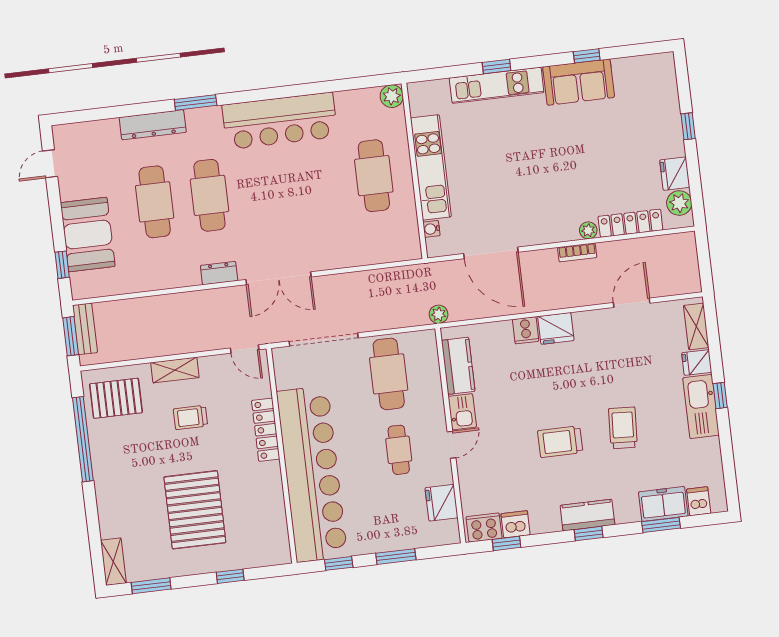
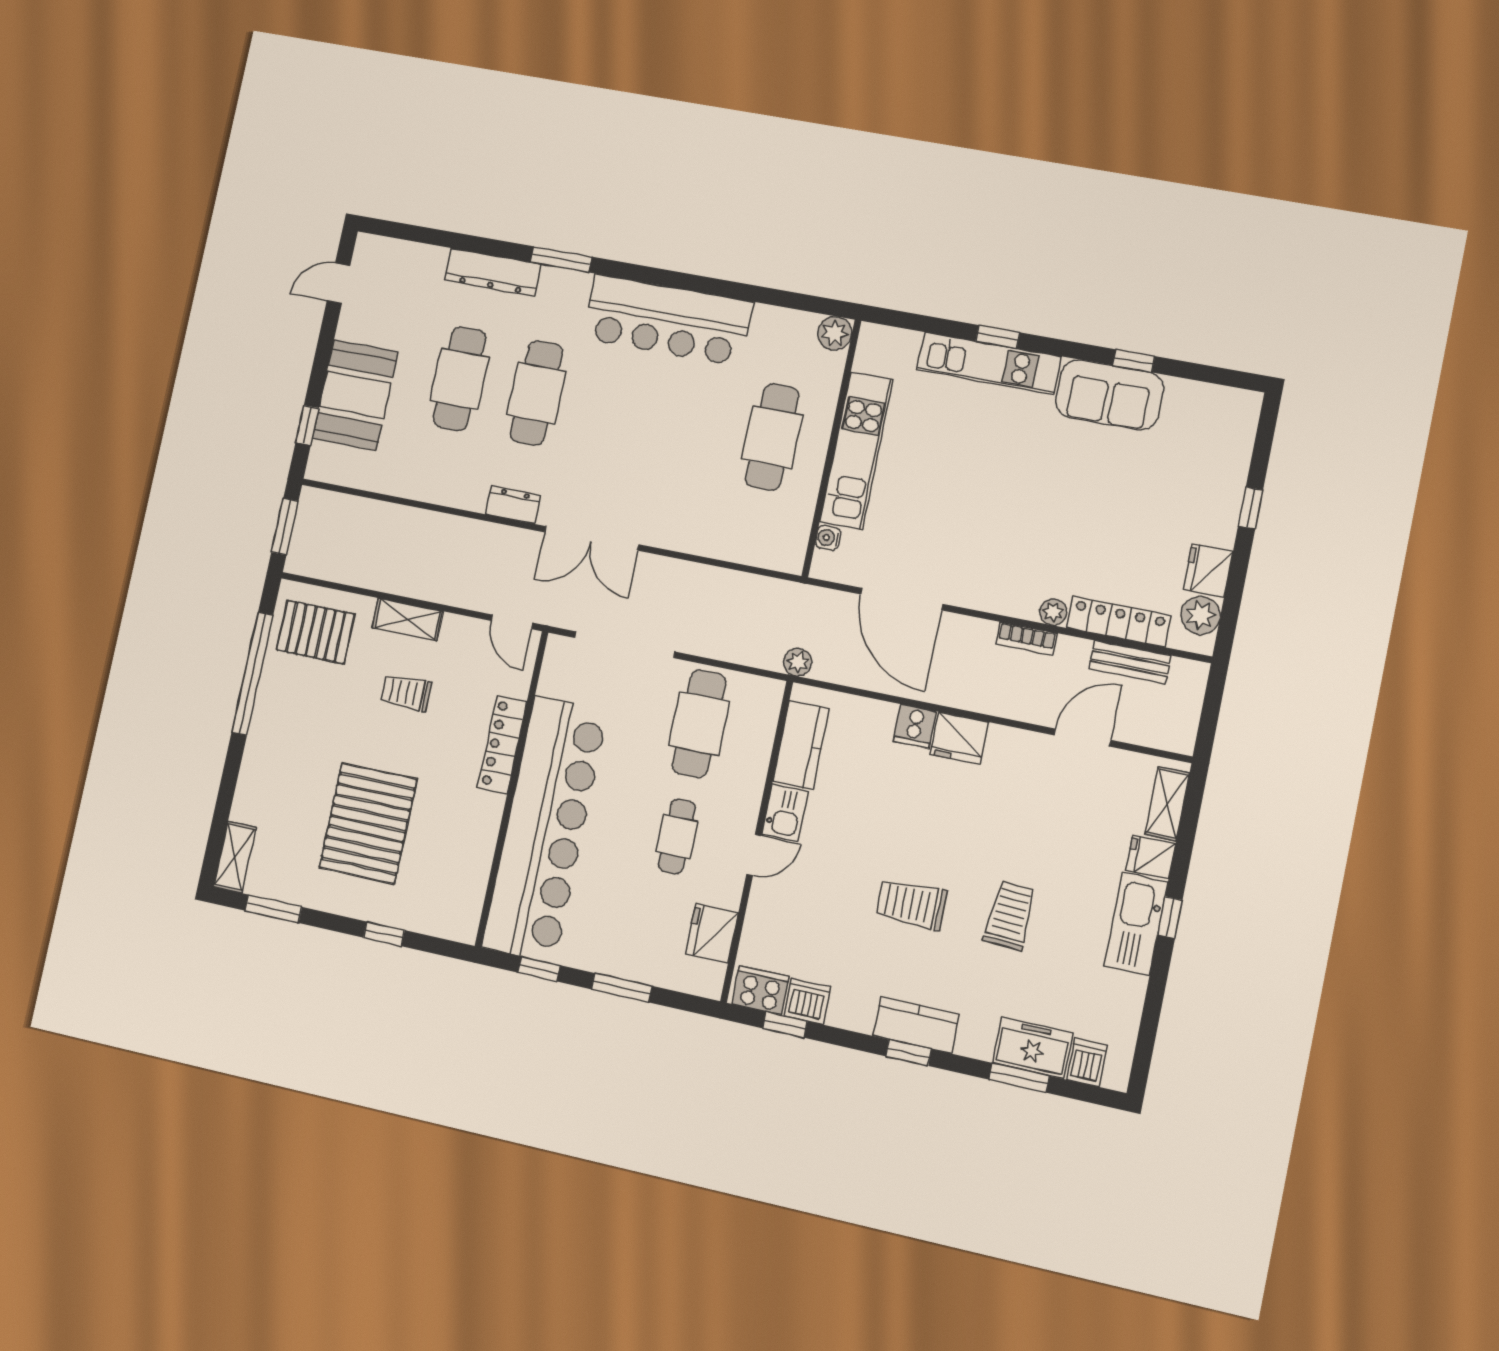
bench: (85, 329) -> (1130, 662), moved, turned 90

